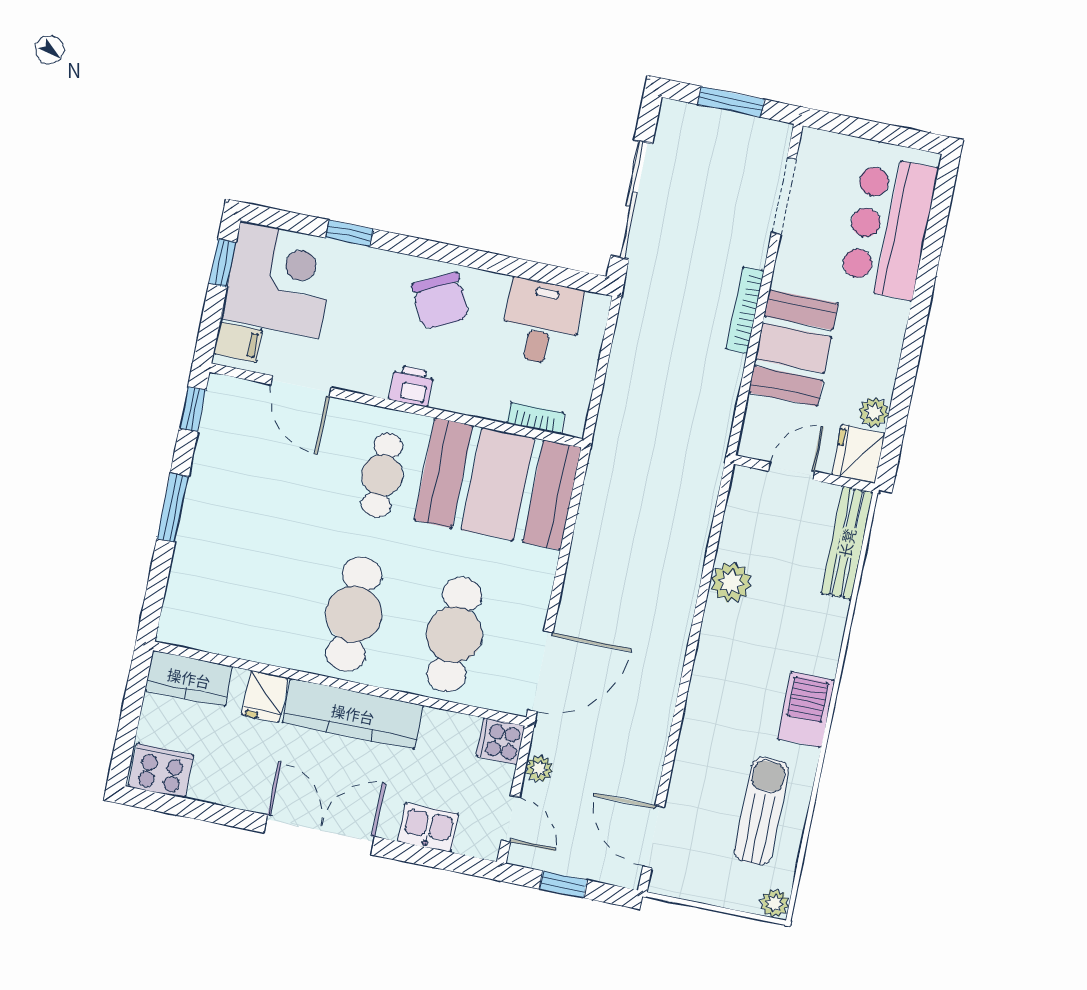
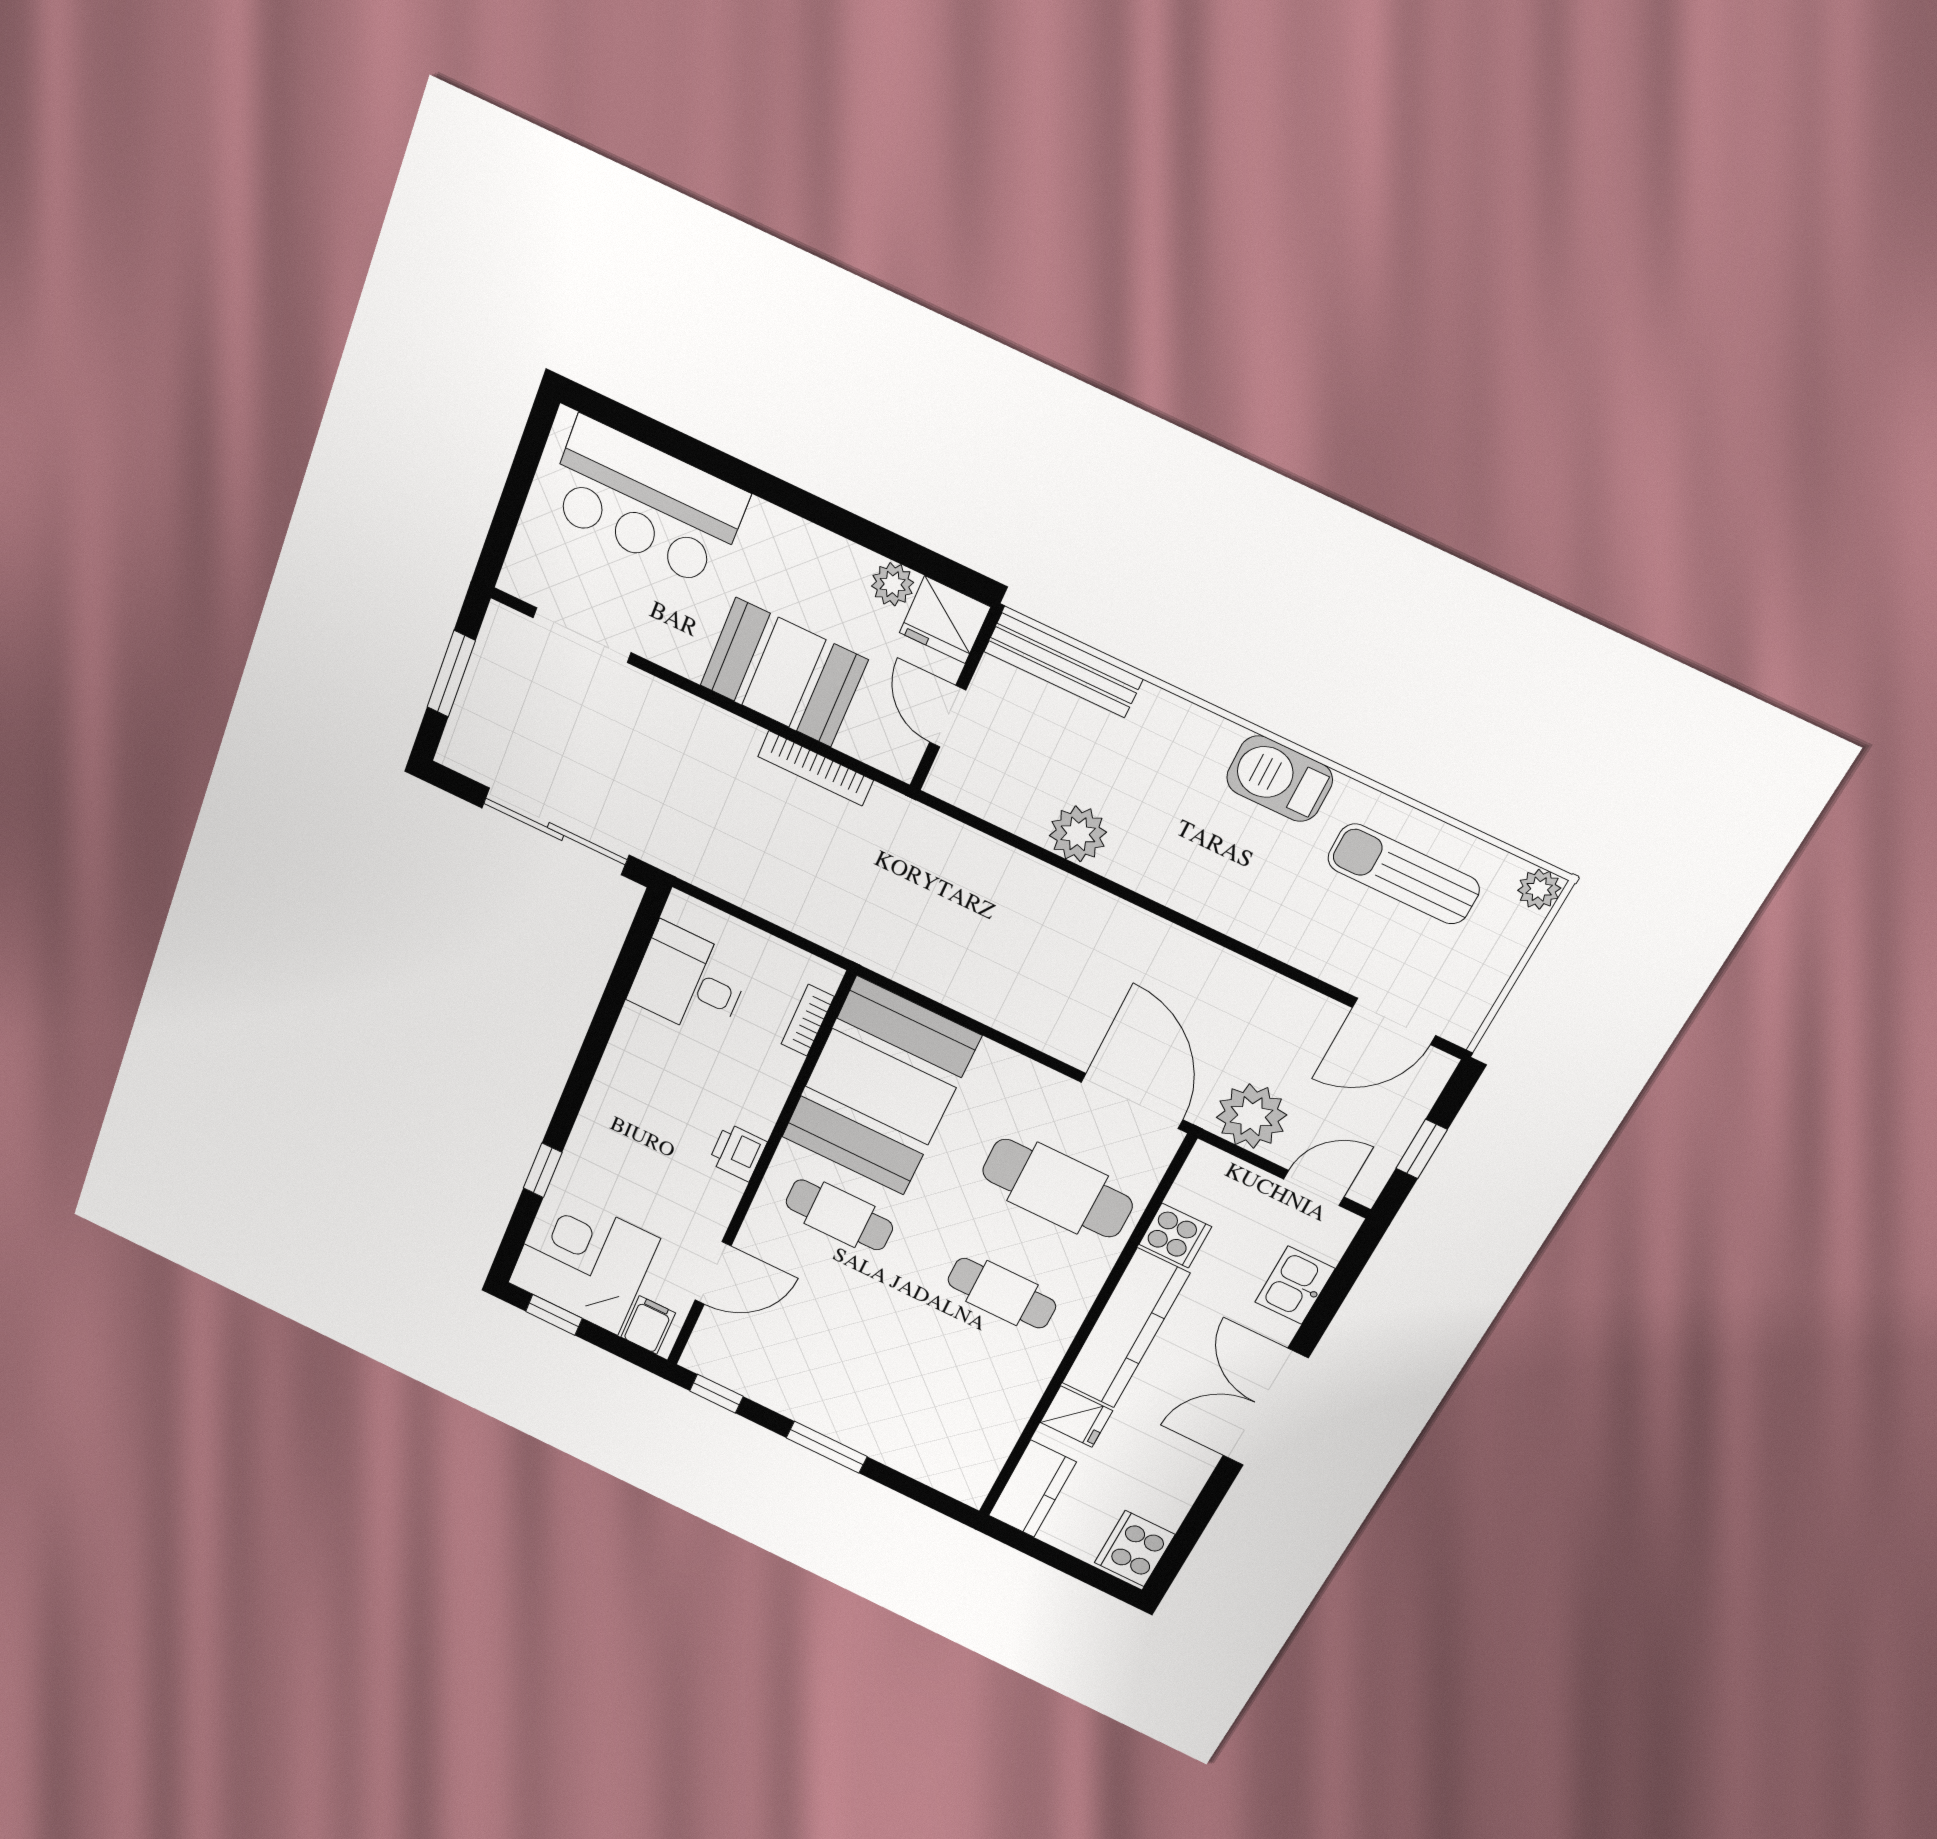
chair: (440, 301) -> (641, 1091), removed
bookcase: (745, 310) -> (816, 768), moved
cafe table: (354, 614) -> (1002, 1293), width x0.73, depth x0.74
cooker: (500, 741) -> (1175, 1236), moved, turned -90
plant: (539, 769) -> (1251, 1116), width x1.88, depth x1.88

